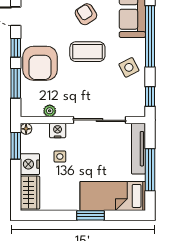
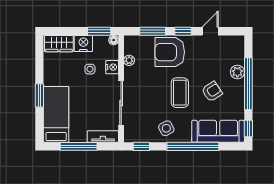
tv unit: (138, 149) -> (103, 136), width x0.71

